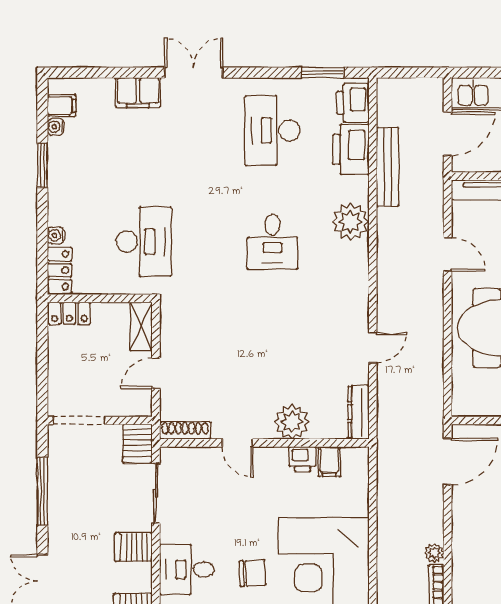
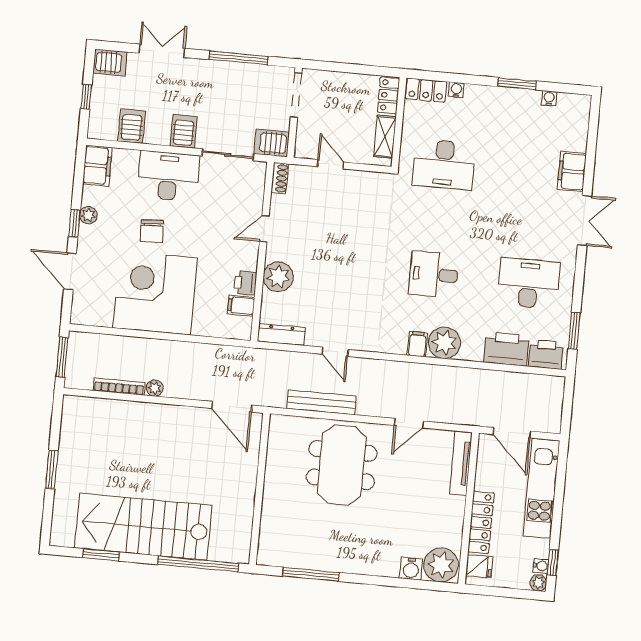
filing cabinet: (62, 106) -> (417, 344), moved, turned 180
bench: (388, 167) -> (322, 402), moved
shelving: (141, 326) -> (385, 137), moved, turned 90
shoe rack: (185, 431) -> (280, 178), width x0.70
desk: (187, 569) -> (168, 176), width x1.37

